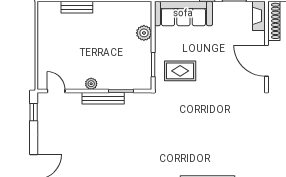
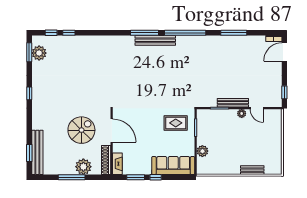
door: (56, 91) -> (257, 108), moved

